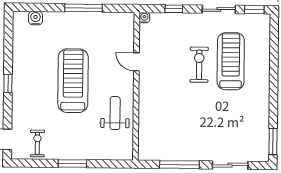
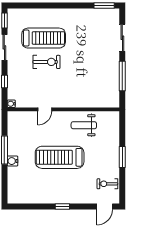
water cooler: (35, 18) -> (12, 161), moved
treadmill: (231, 61) -> (44, 38), turned 180
exercise bike: (199, 65) -> (47, 62), turned 180

